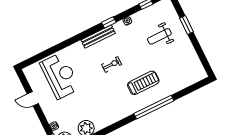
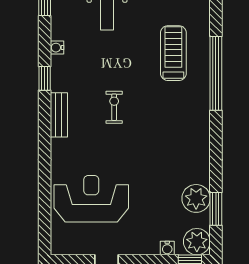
bench: (98, 37) -> (59, 115), width x0.73
treadmill: (143, 83) -> (173, 53), moved

